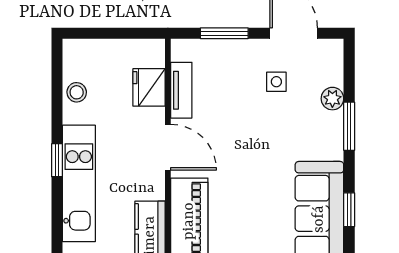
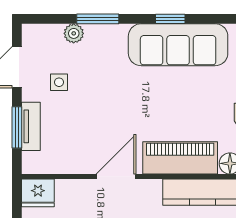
fridge: (149, 87) -> (38, 193), moved
tv unit: (181, 90) -> (31, 126), moved, turned 90

